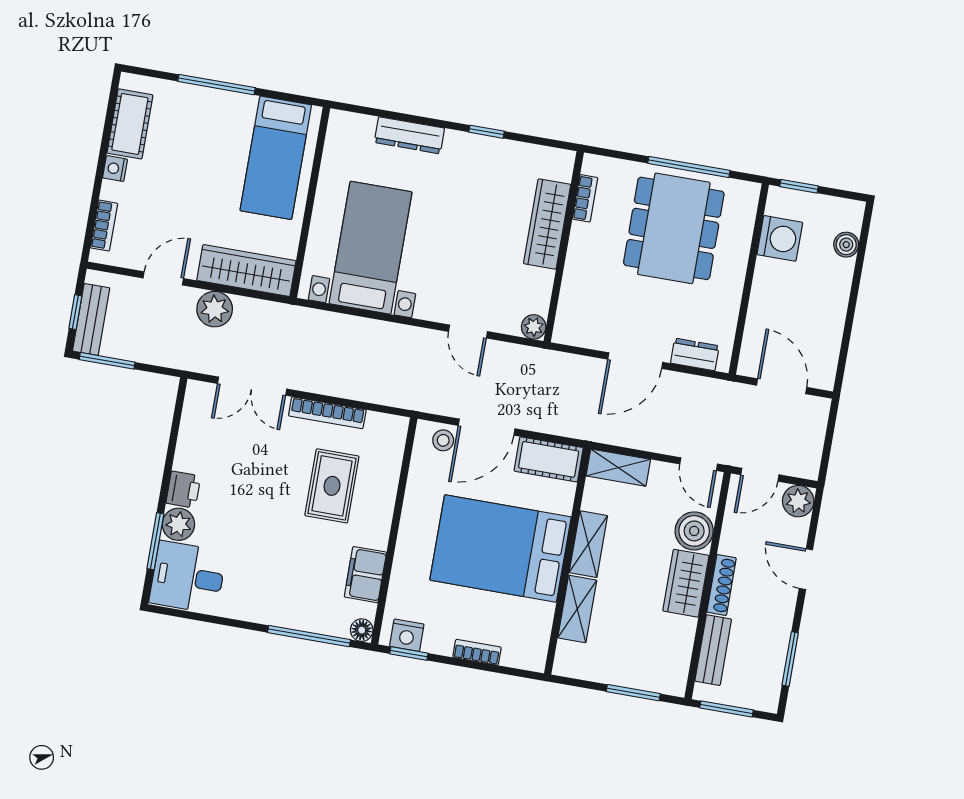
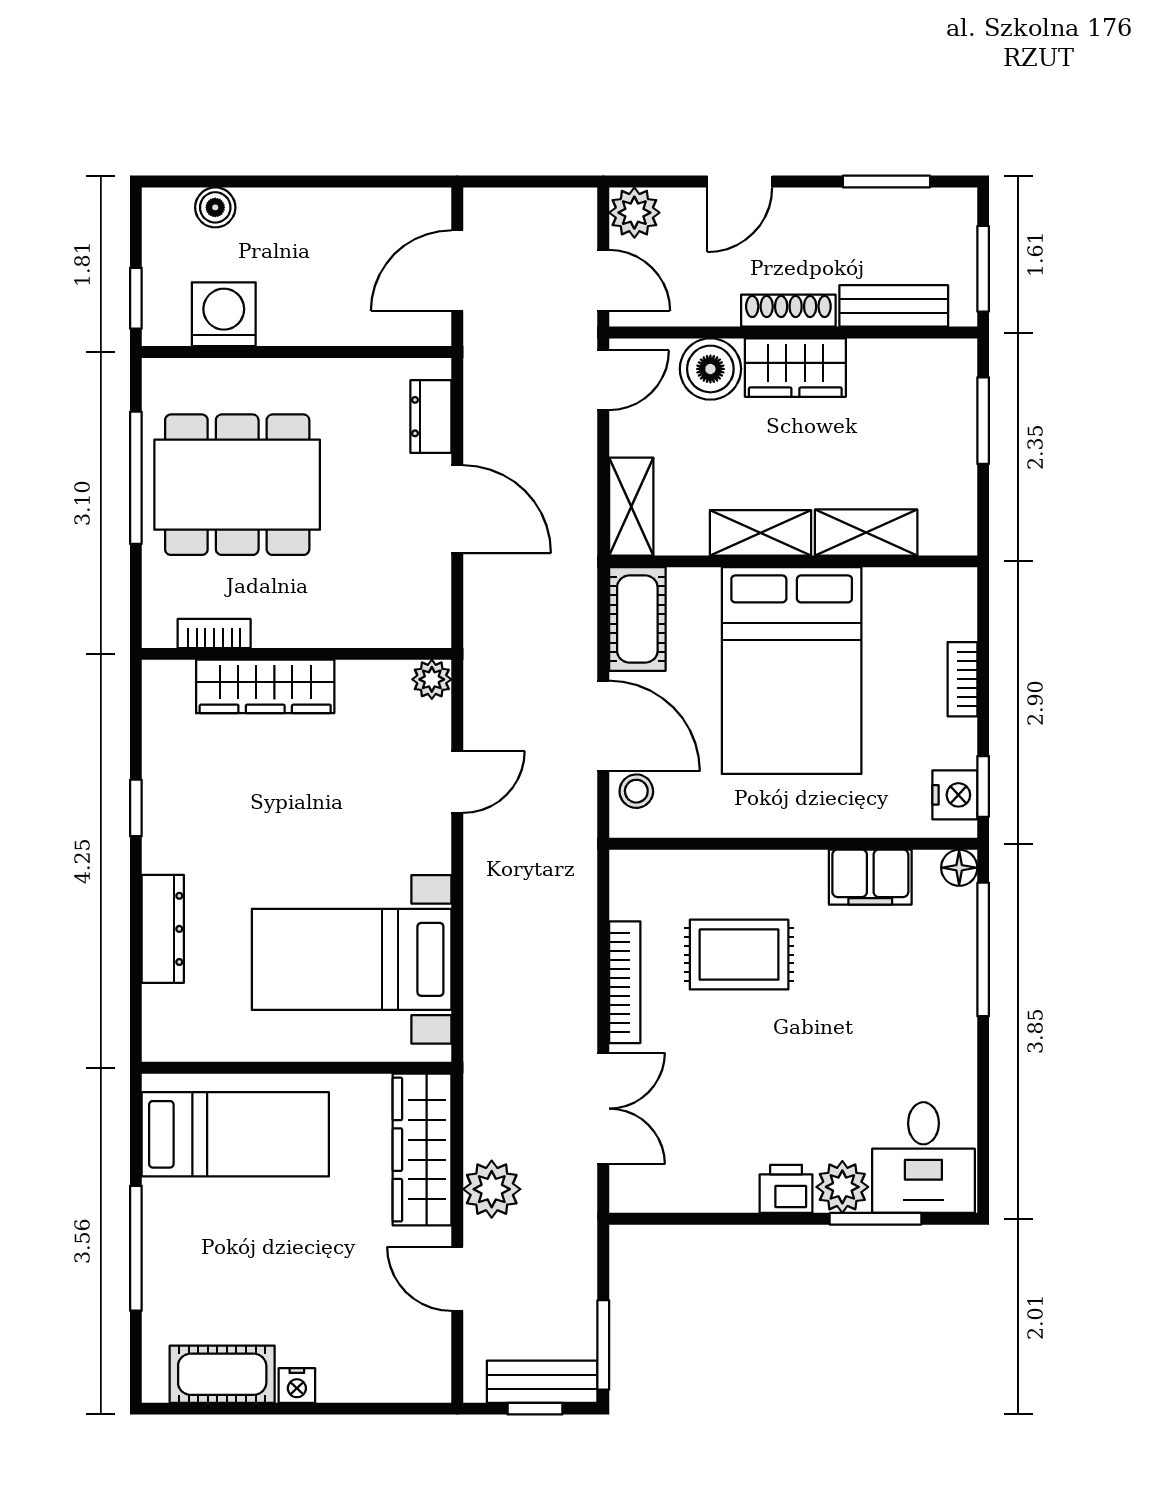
bookcase: (104, 226) -> (390, 1387), removed

